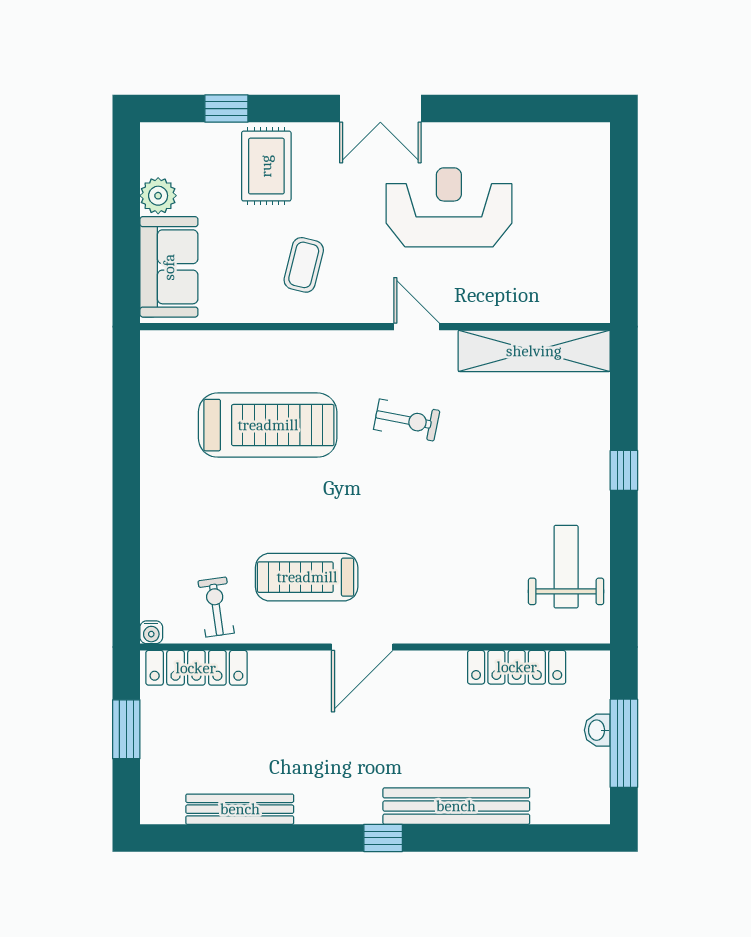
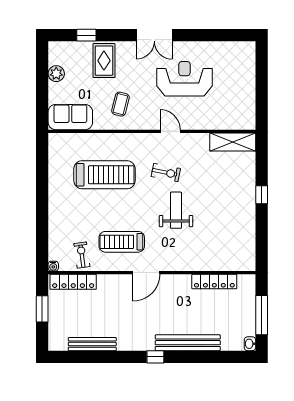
sofa: (169, 267) -> (70, 117), moved, turned -90
shelving: (534, 351) -> (233, 142), width x0.68
weight bench: (566, 567) -> (176, 210), moved
washbasin: (597, 730) -> (250, 344), moved

